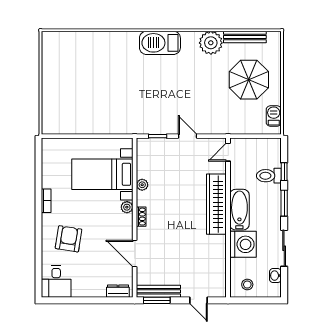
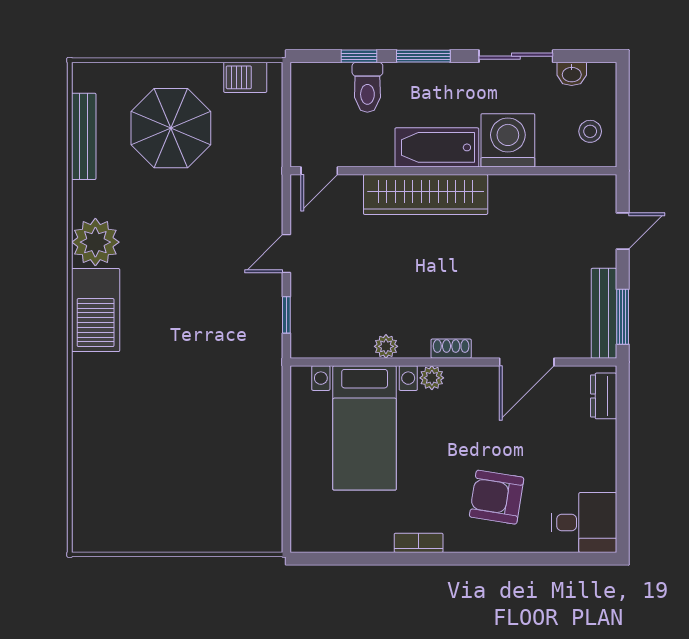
plant: (211, 43) -> (95, 242), moved
door: (228, 152) -> (319, 171), hinge flipped

